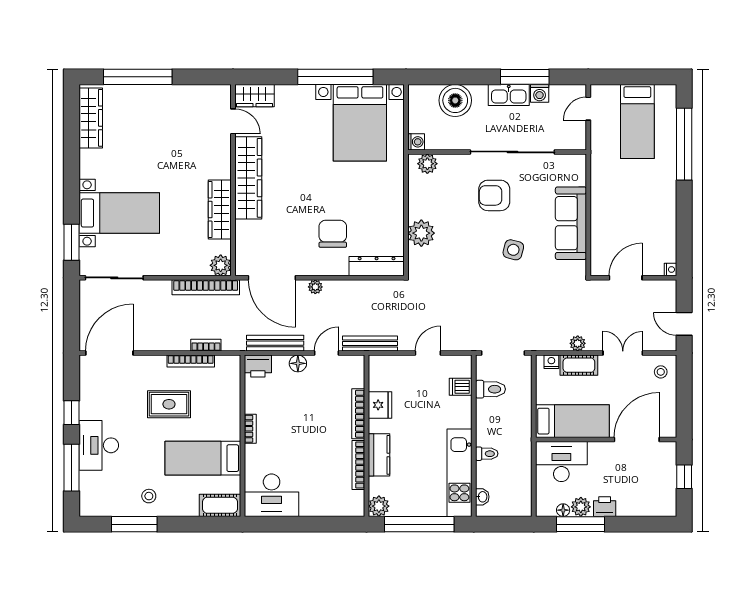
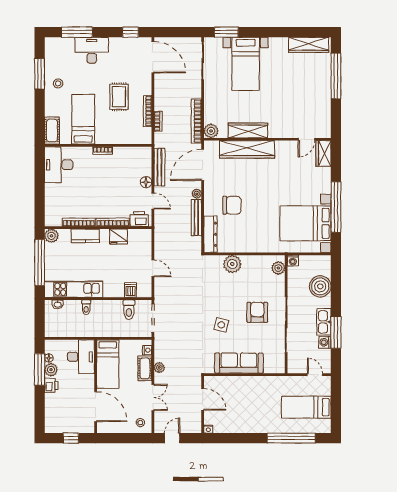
wardrobe: (248, 178) -> (247, 149), moved
bench: (370, 343) -> (196, 218), moved
printer: (258, 366) -> (139, 219), moved, turned 90
window: (71, 413) -> (130, 32), moved

